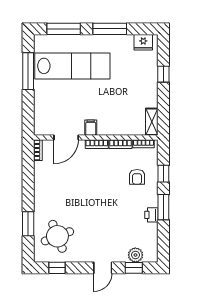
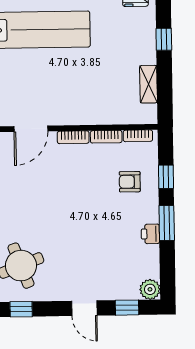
shelving: (152, 122) -> (148, 84), moved
filing cabinet: (91, 128) -> (65, 115), removed
armchair: (137, 177) -> (130, 182), turned 90
plant: (135, 255) -> (150, 289), moved
door: (103, 268) -> (84, 308), hinge flipped

